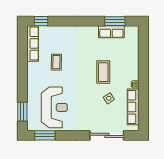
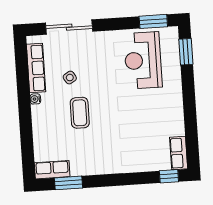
row of seats: (111, 32) -> (52, 170), moved
row of seats: (33, 43) -> (179, 153), width x0.68
coffee table: (56, 62) -> (144, 122), removed

